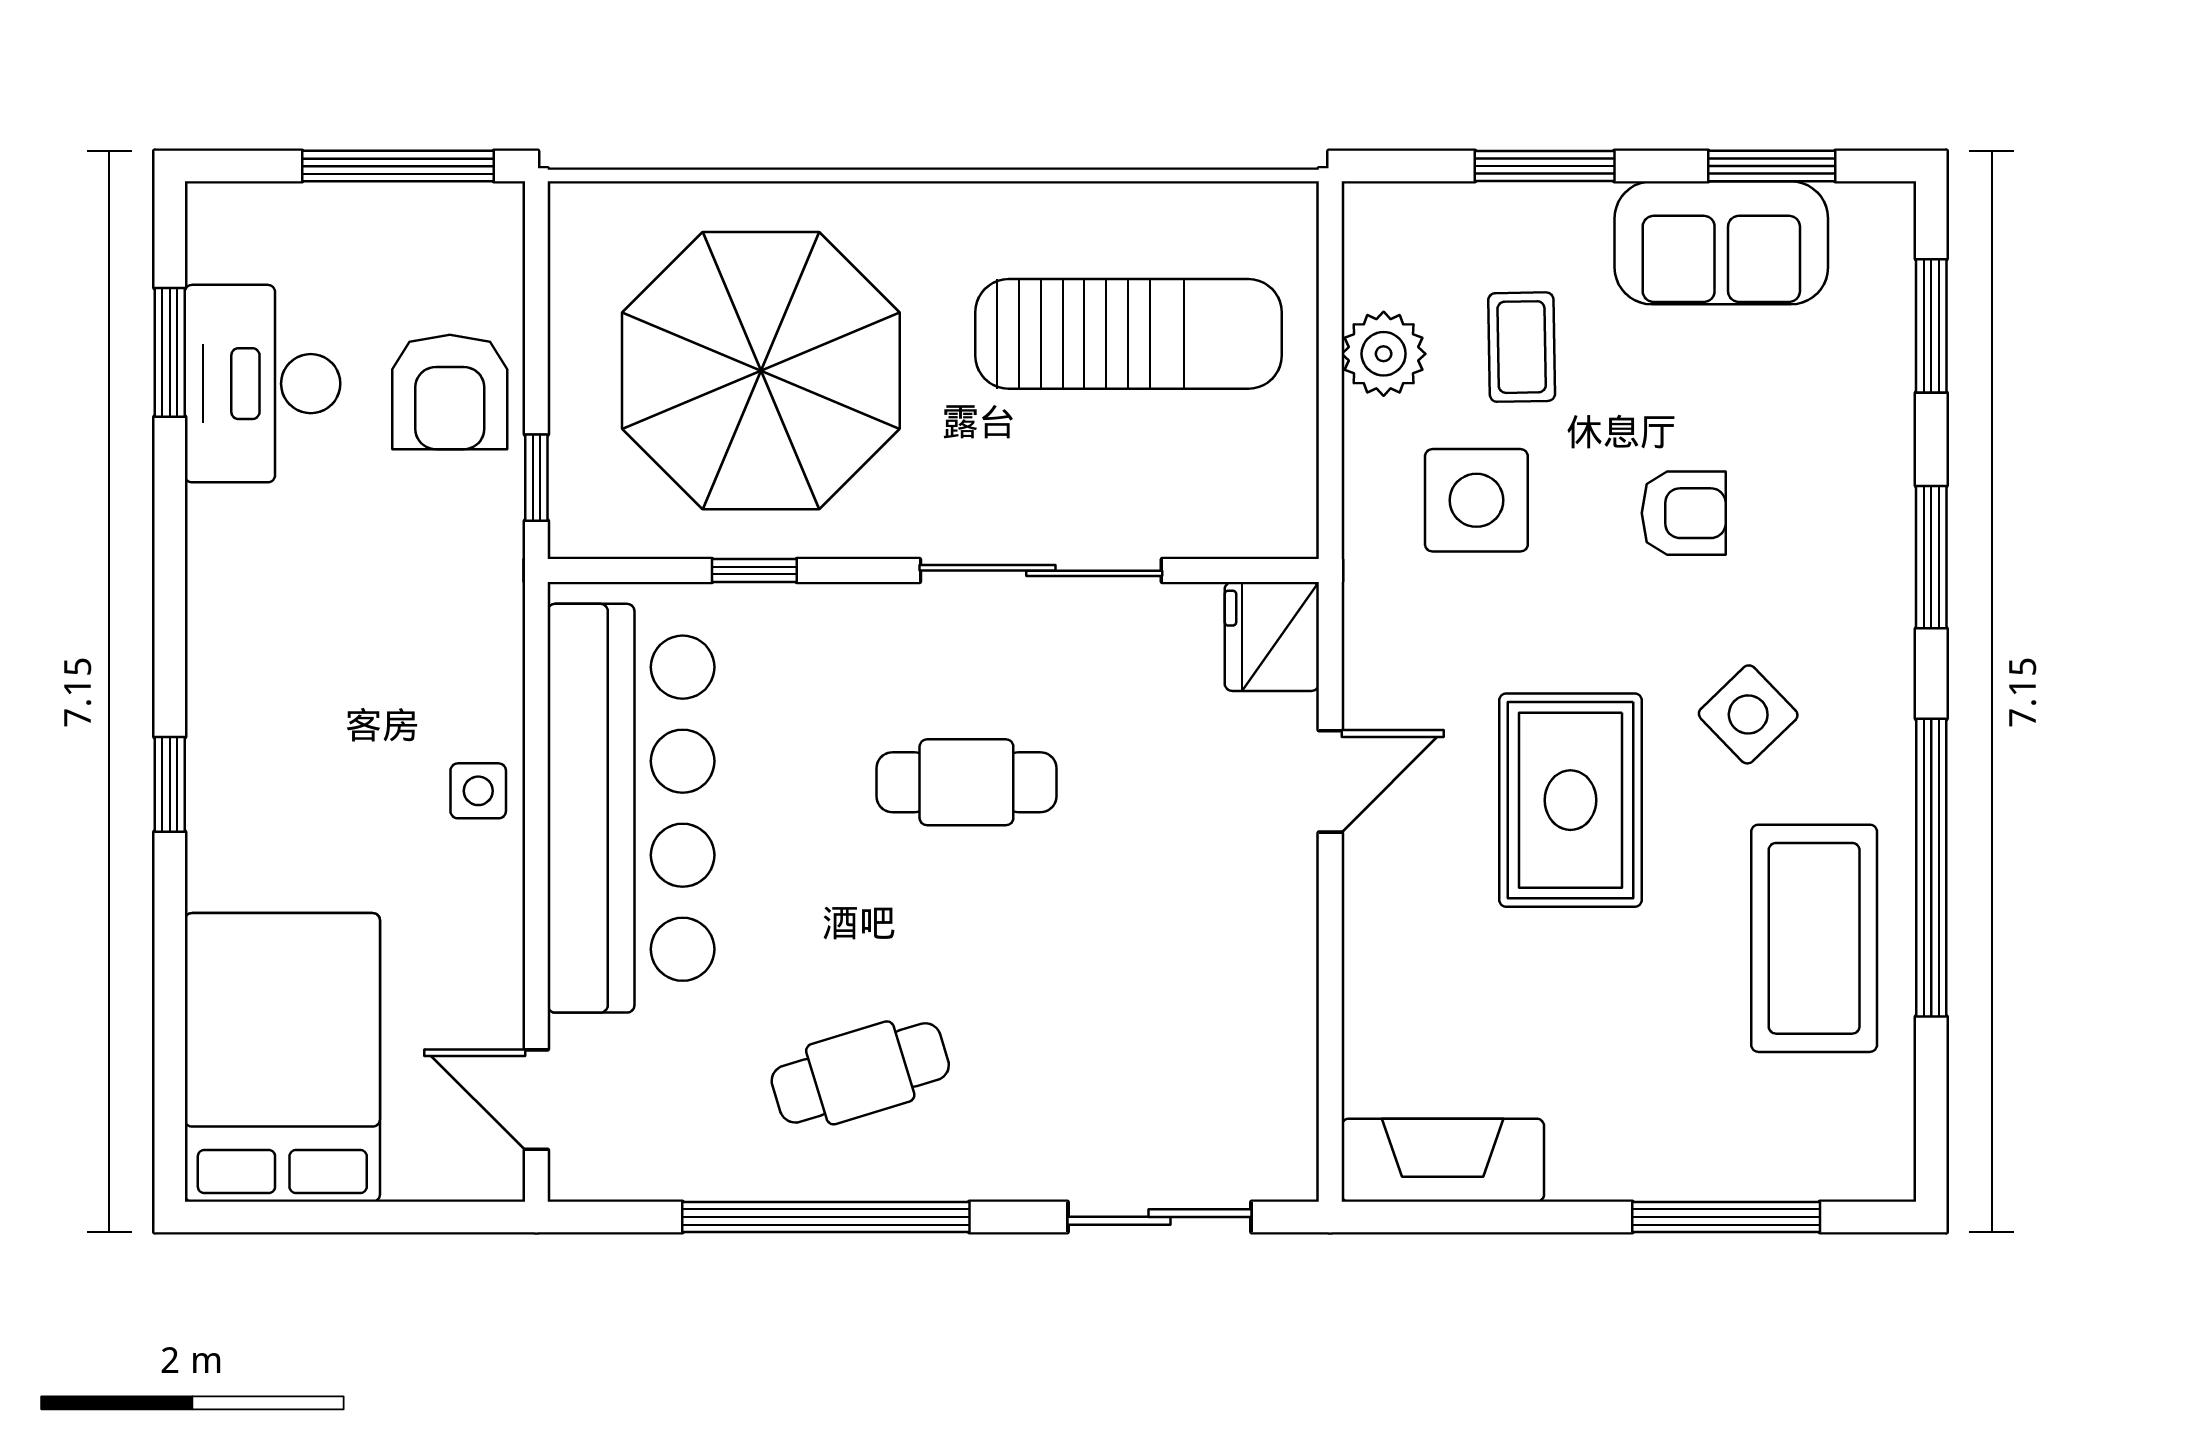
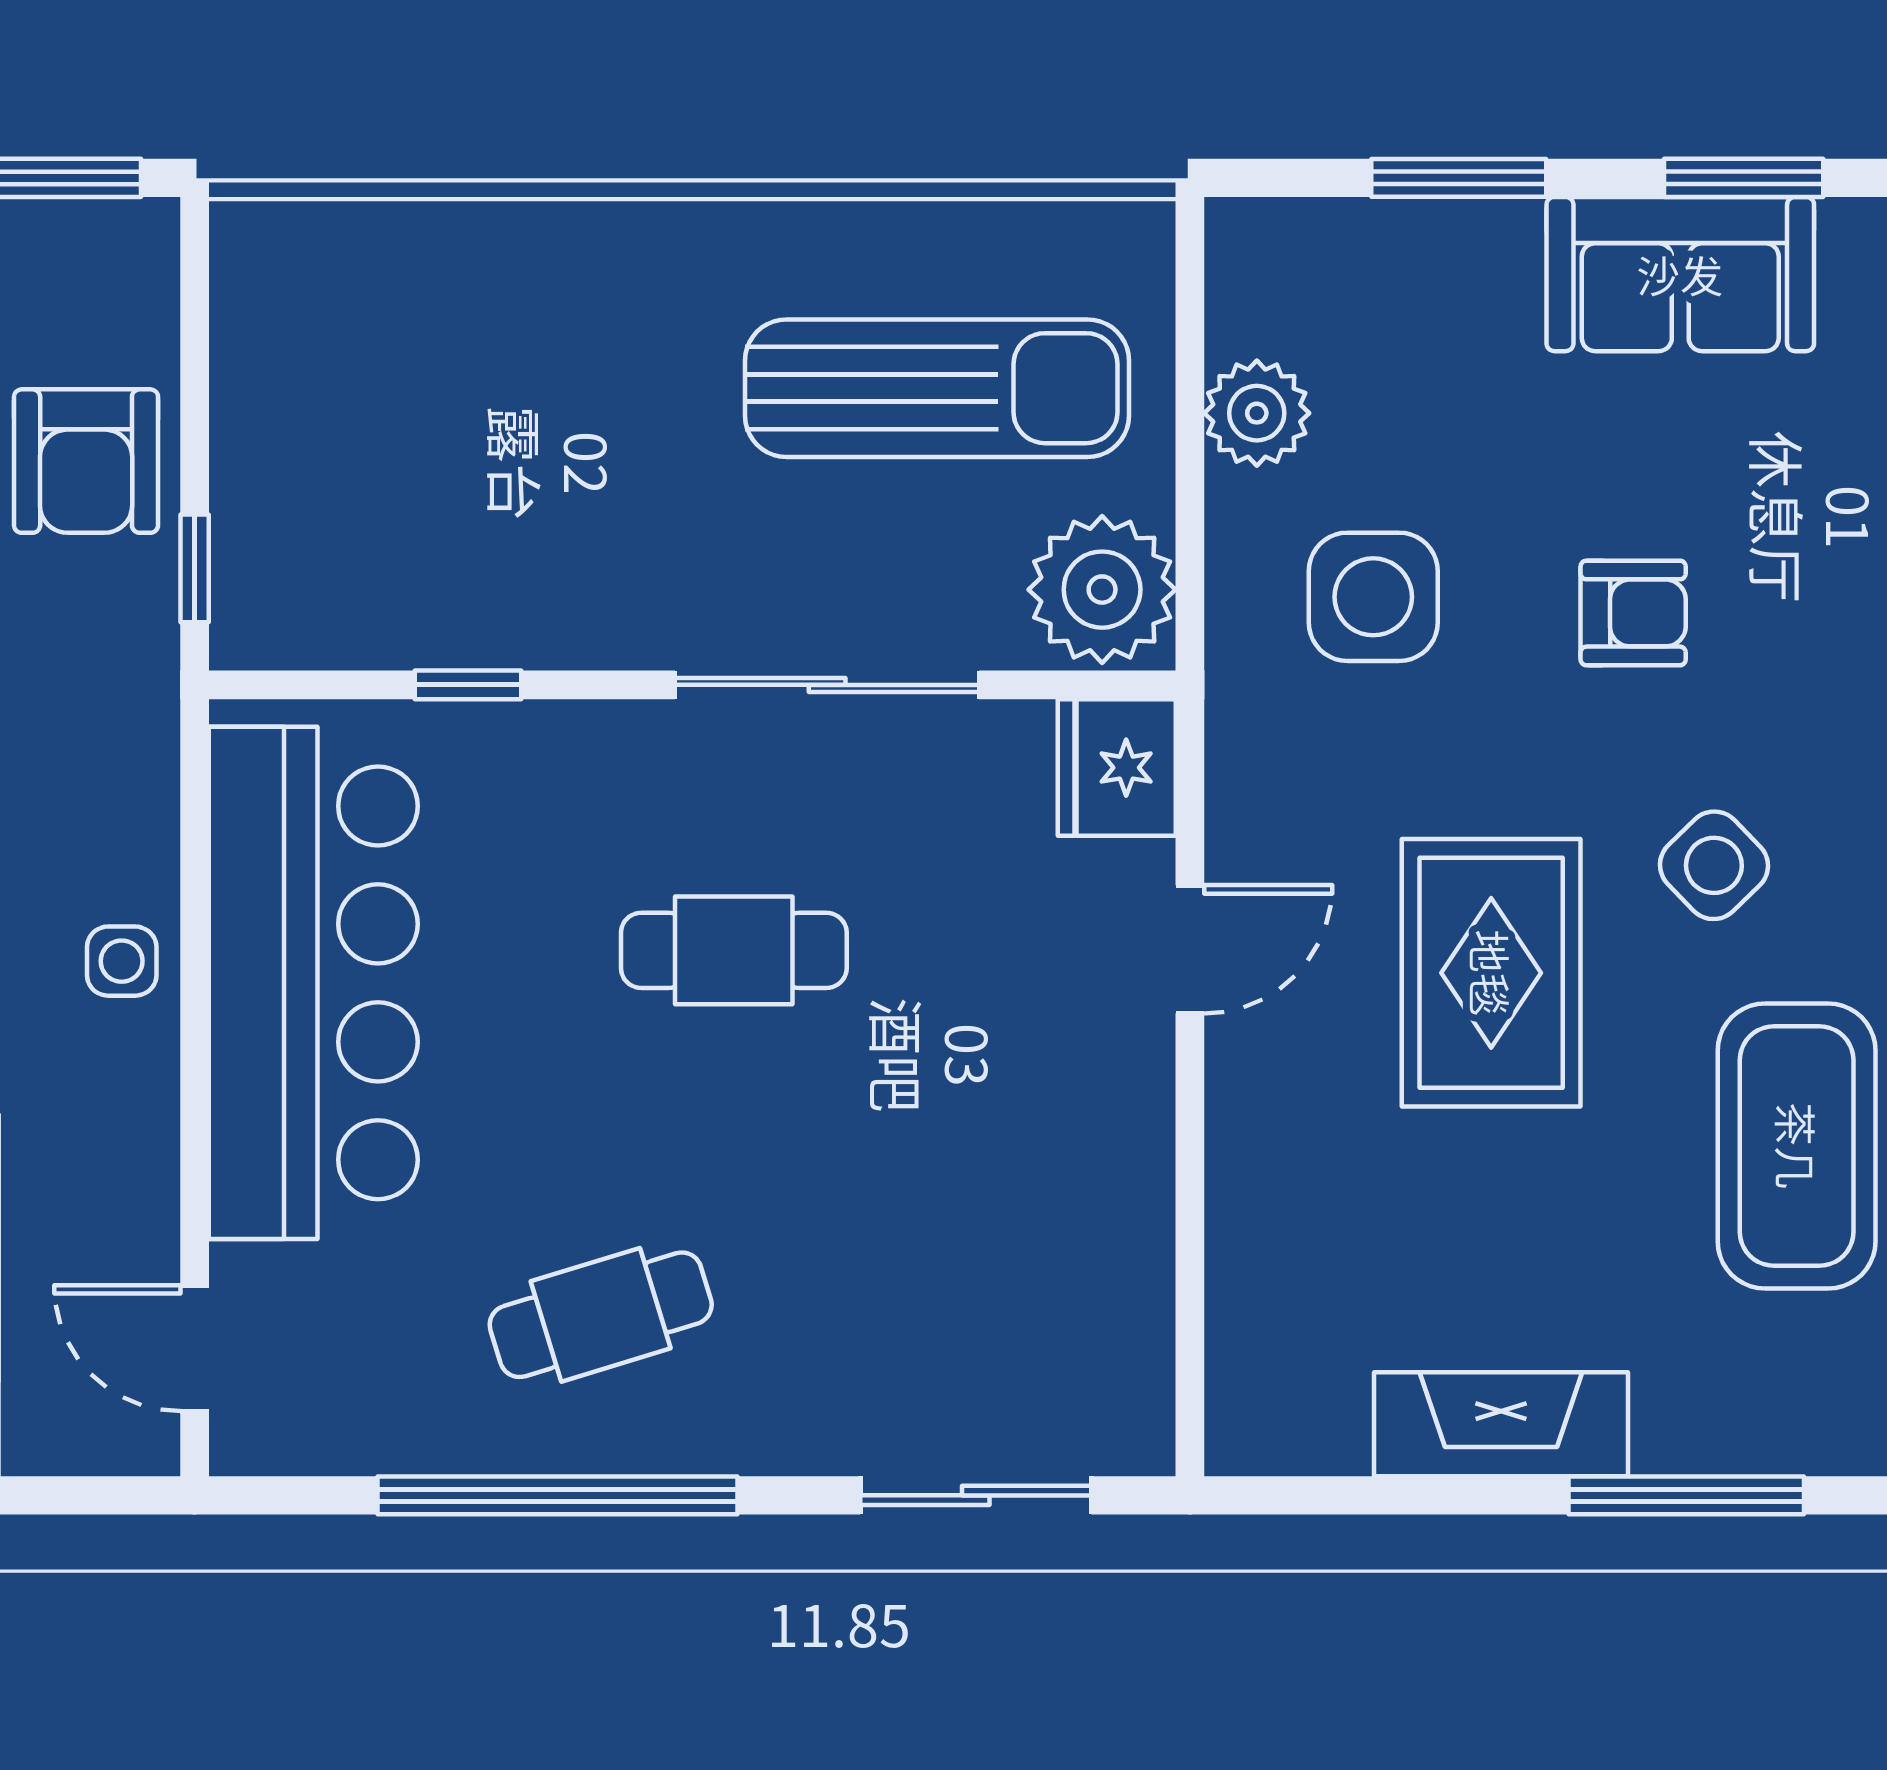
coffee table: (1522, 347) -> (1430, 405), removed
parasol: (761, 371) -> (476, 434), removed
plant: (1260, 494) -> (1102, 590), added
fireplace: (1443, 1160) -> (1501, 1424), moved

